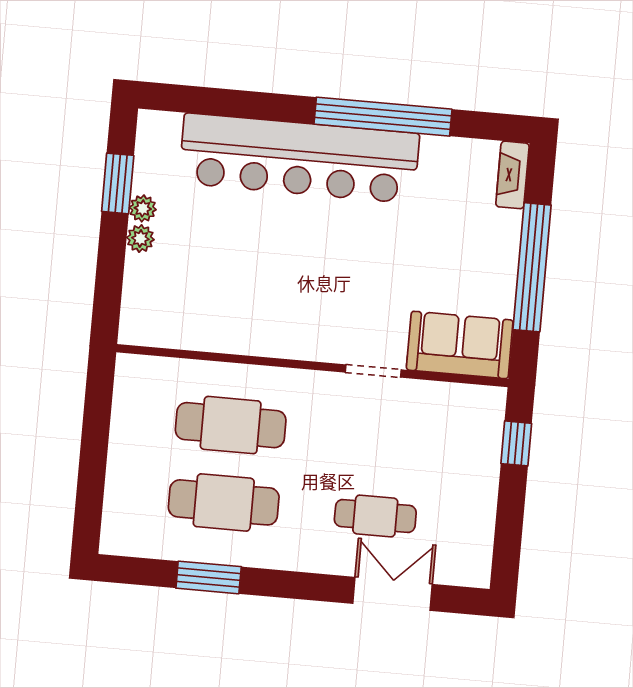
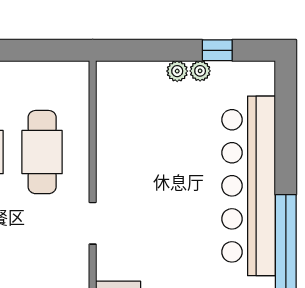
window: (118, 183) -> (217, 50), width x0.67
doorway: (373, 371) -> (93, 223), moved

